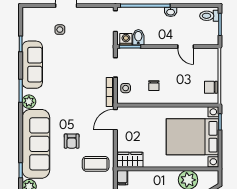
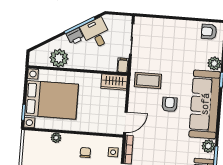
chair: (211, 87) -> (30, 147), removed
plant: (185, 98) -> (56, 138), added

